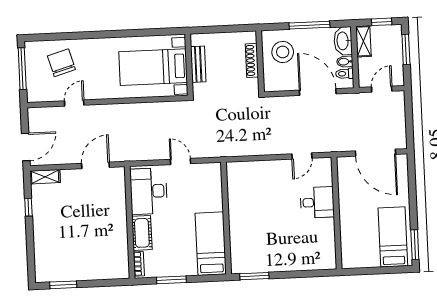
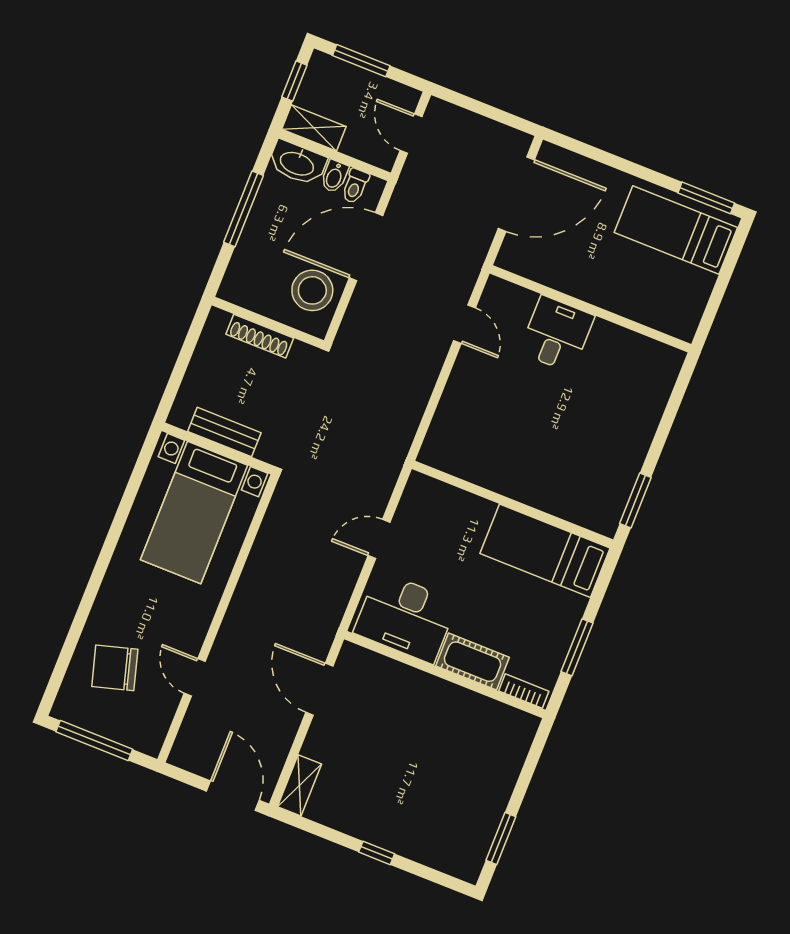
stool: (283, 52) -> (312, 290), moved
window: (28, 207) -> (377, 853), moved

